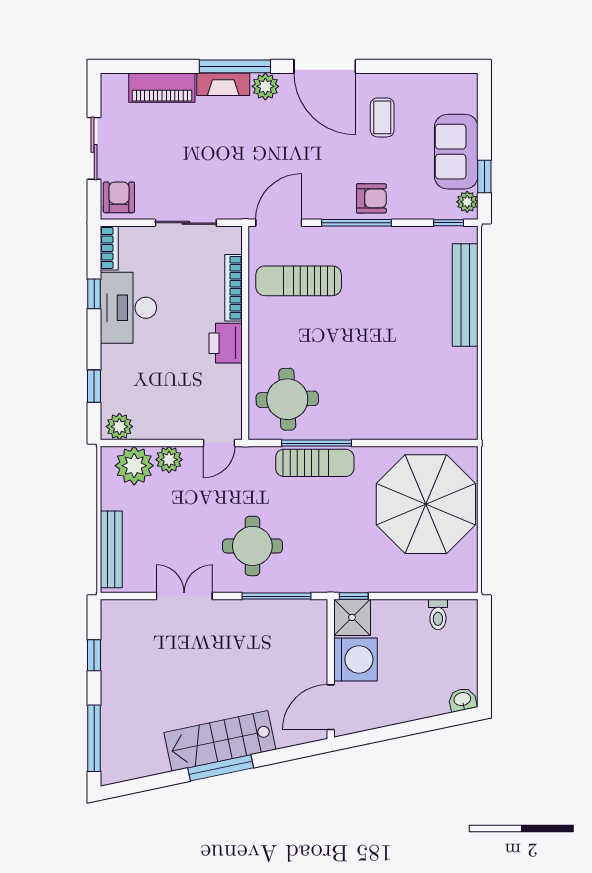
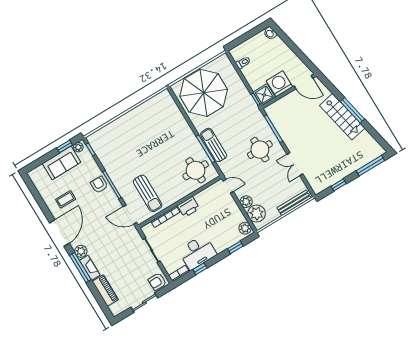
bench: (465, 295) -> (114, 126), removed

